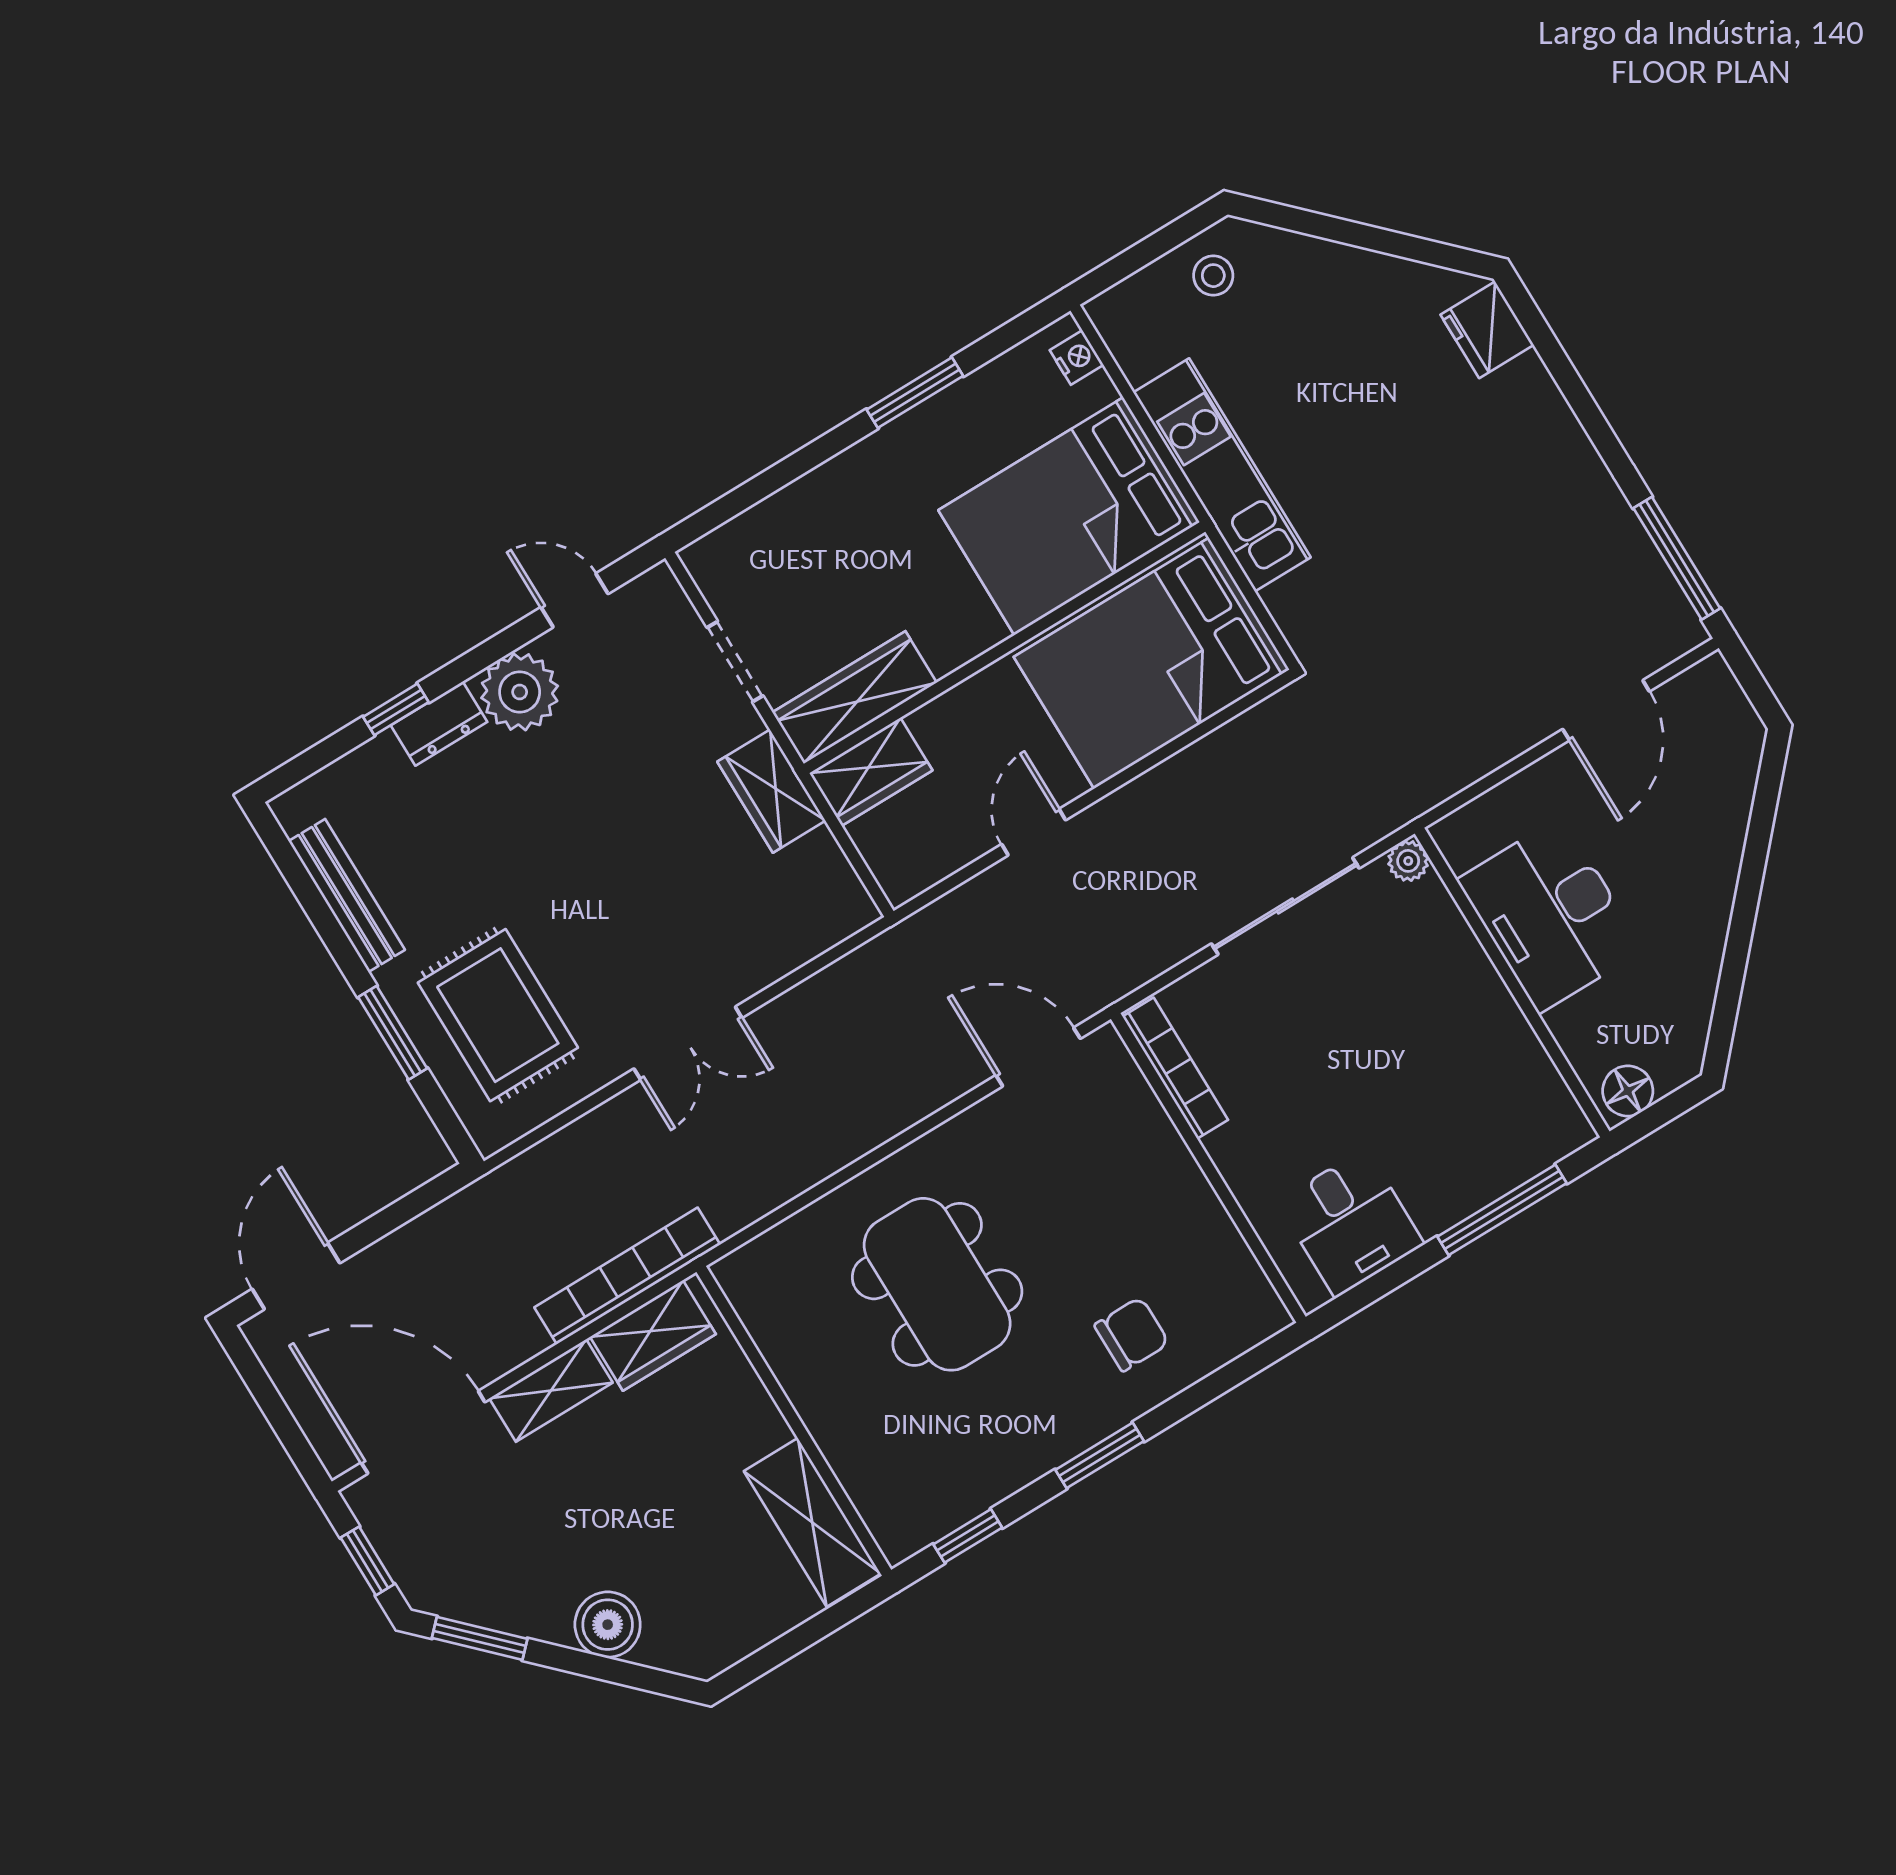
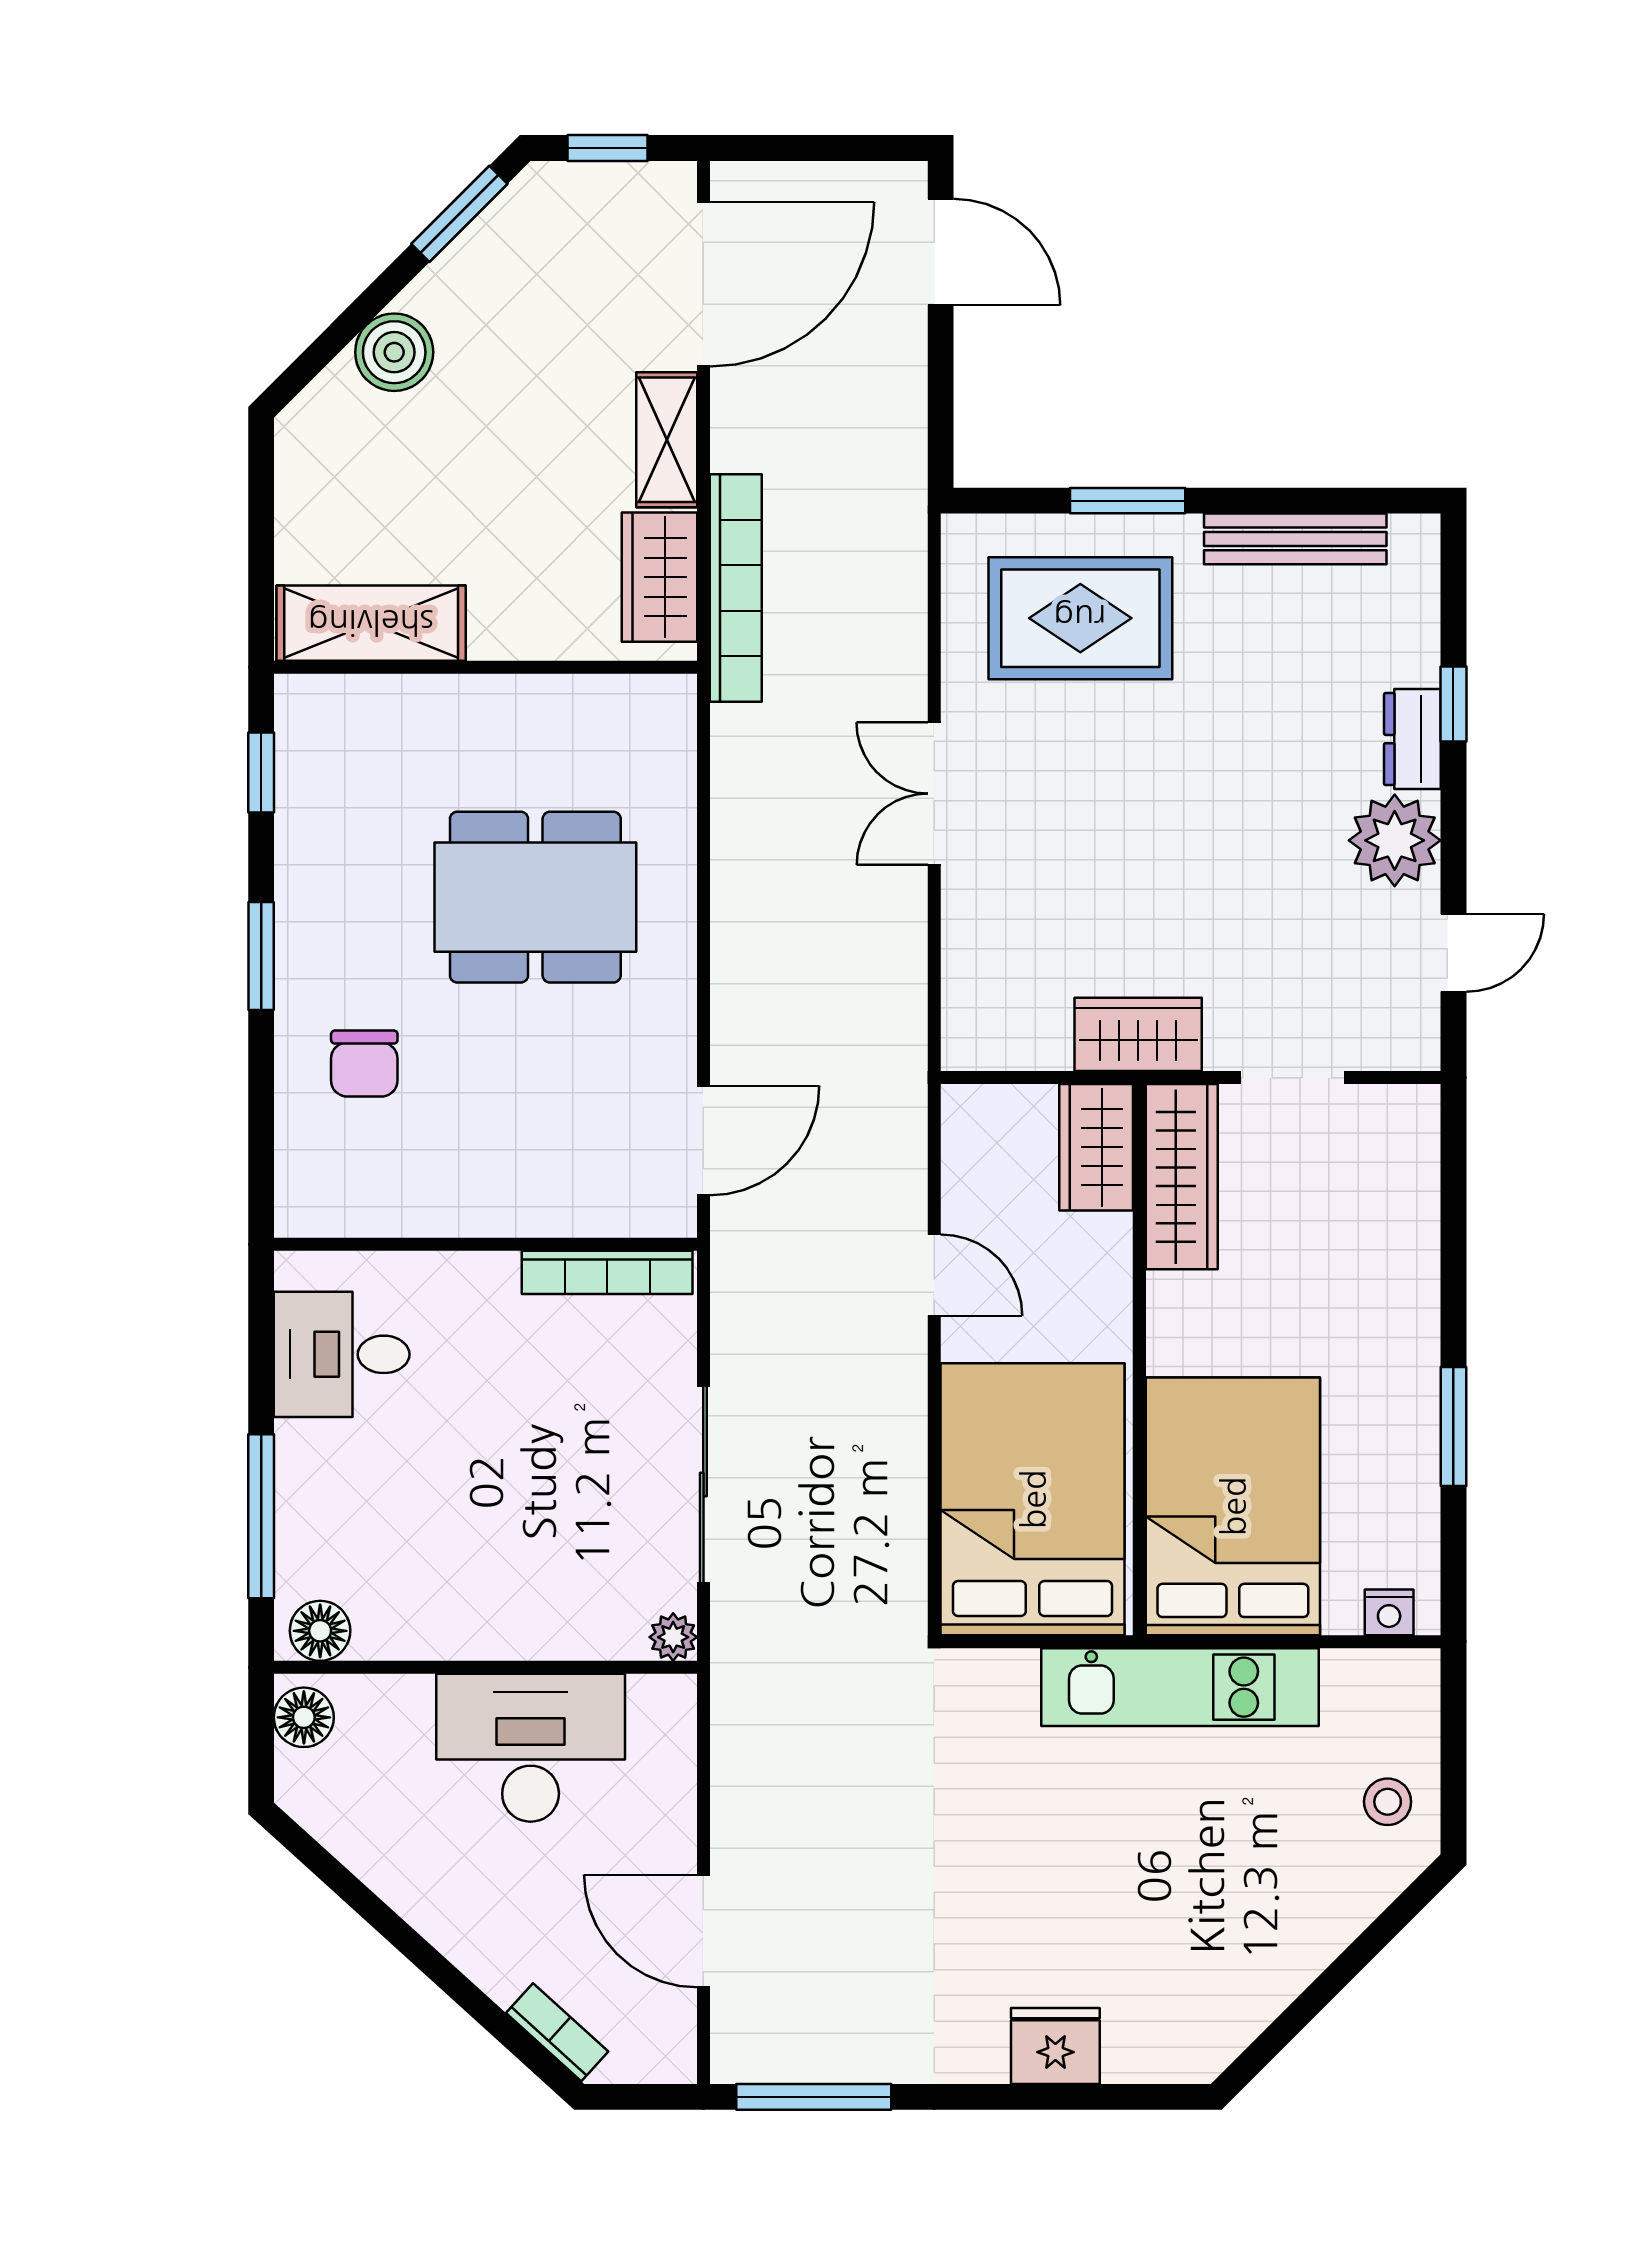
fridge: (1487, 330) -> (1055, 2046), moved
bookcase: (1743, 771) -> (557, 2032), added
floor lamp: (1558, 1117) -> (320, 1631), added

